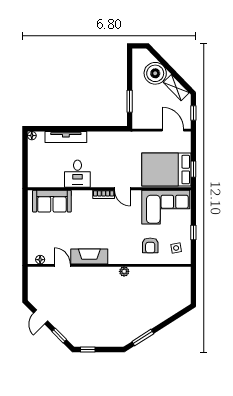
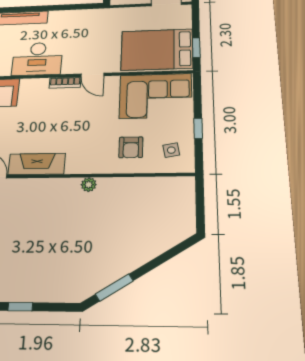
desk: (77, 174) -> (37, 59), width x1.37

